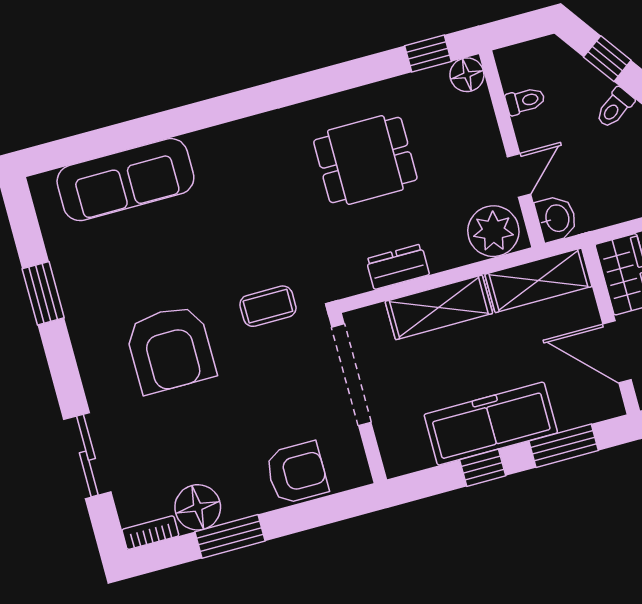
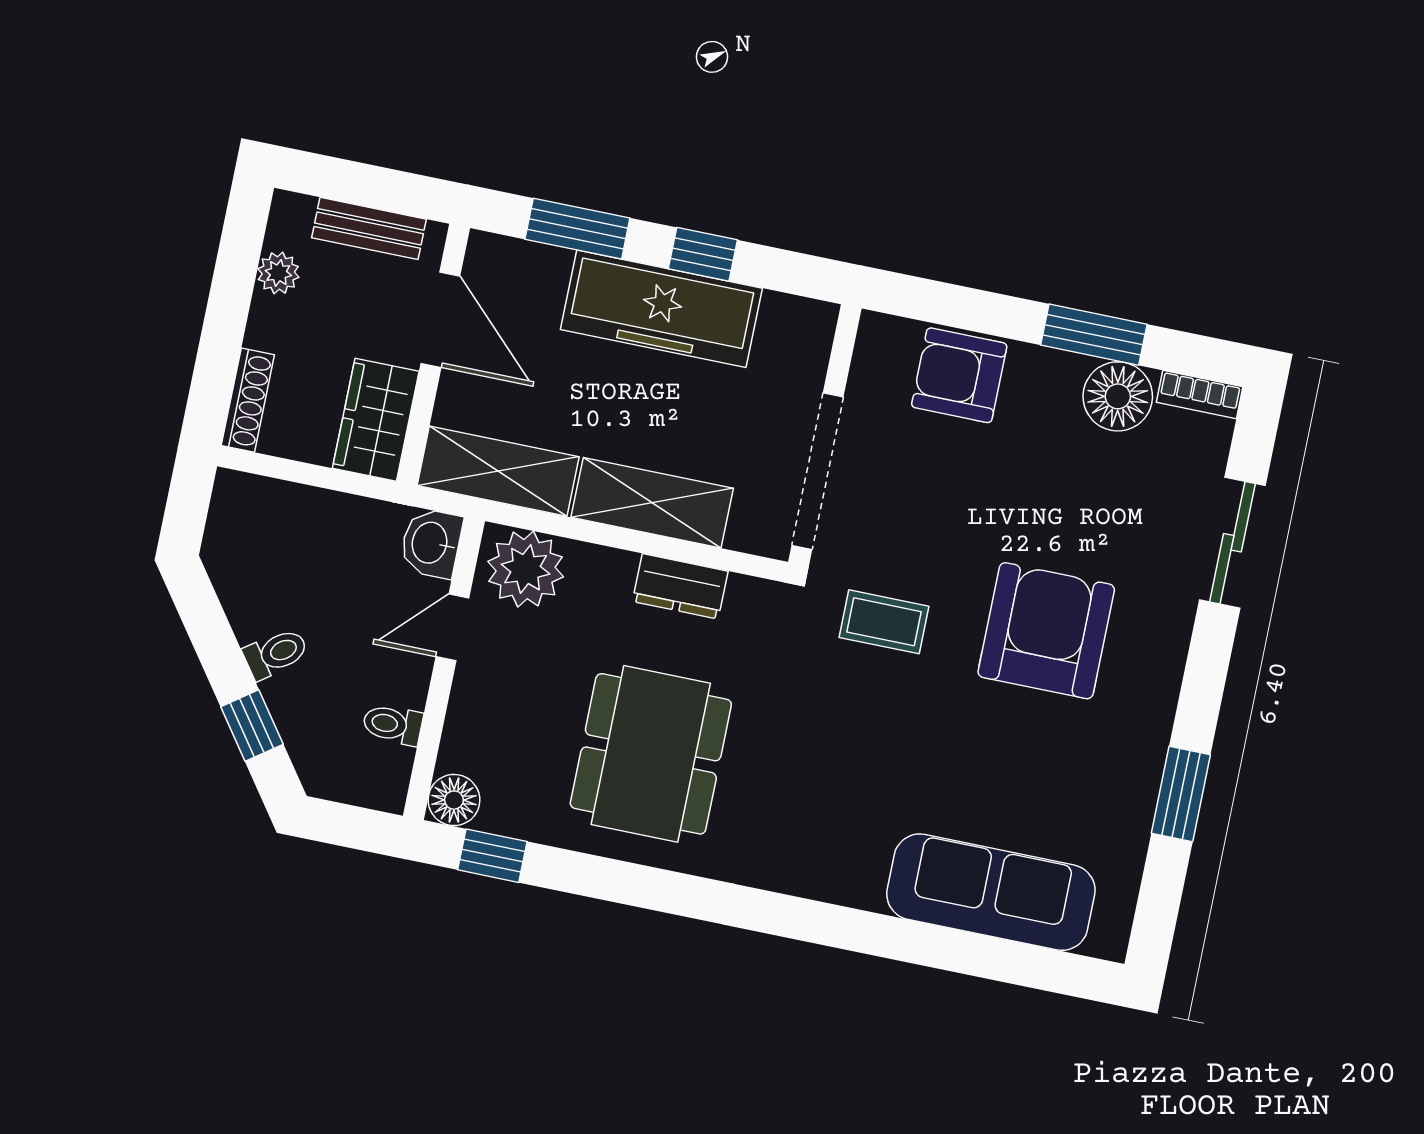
dining table: (365, 160) -> (651, 754), width x1.38

